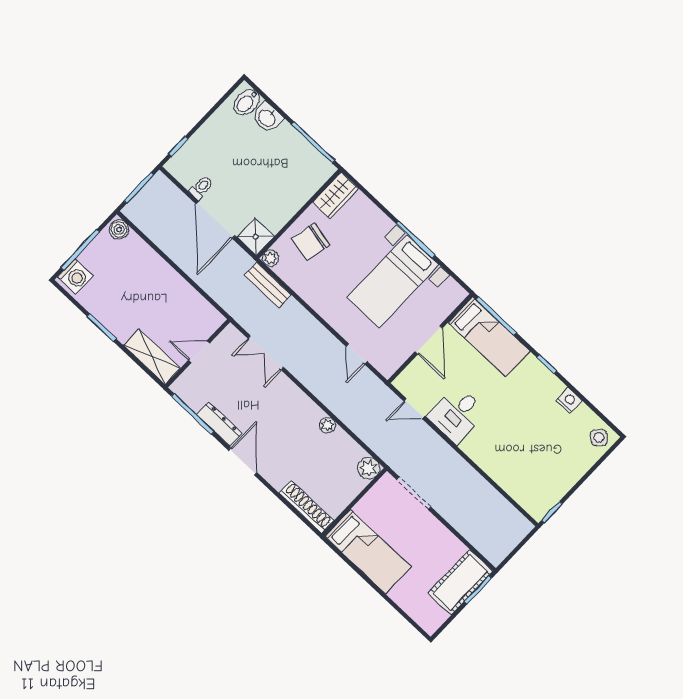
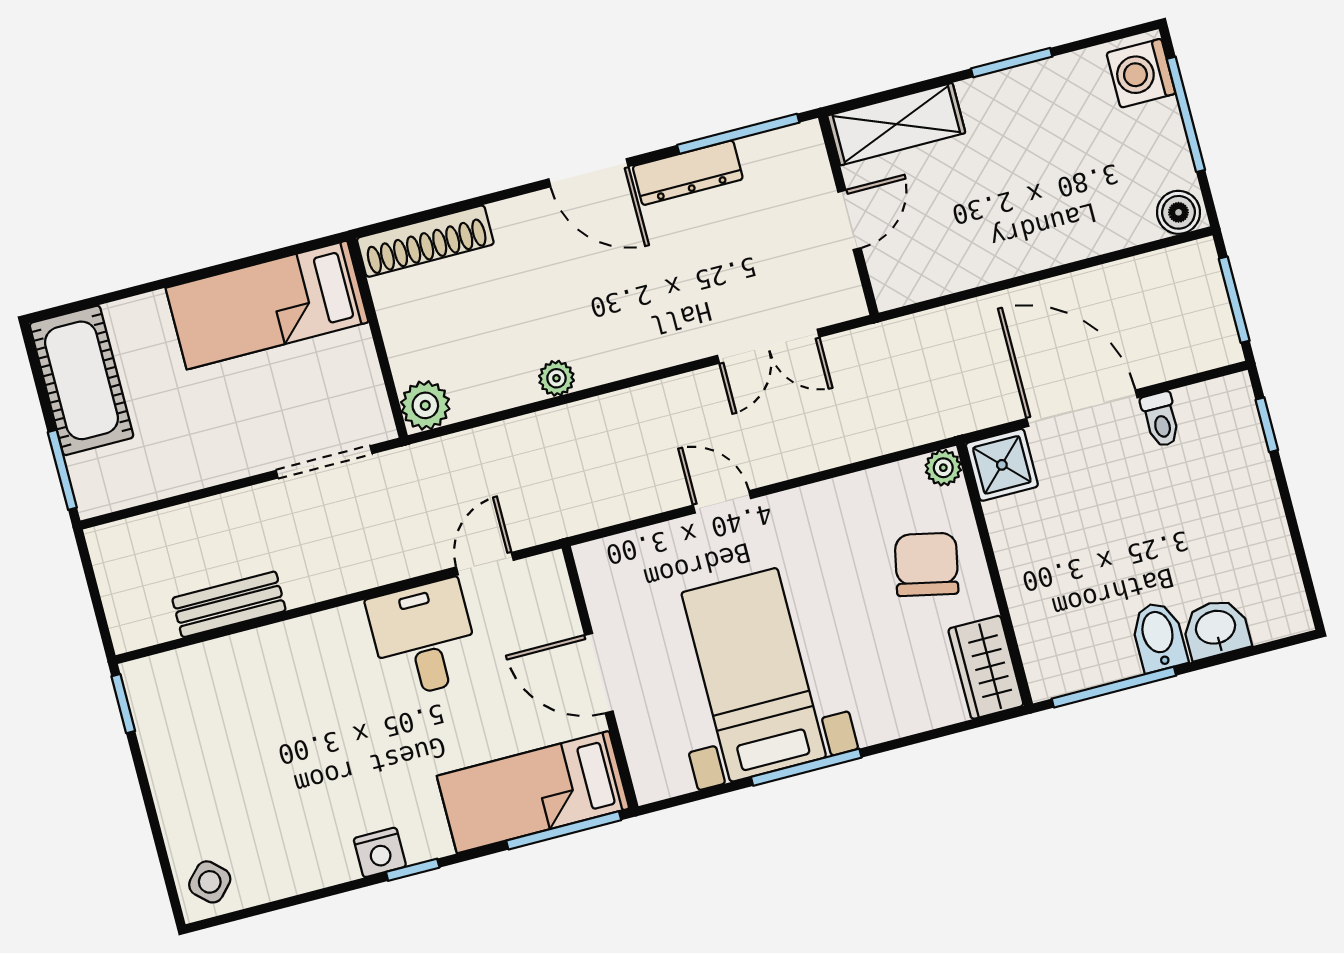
bidet: (247, 102) -> (1159, 637), moved
bench: (268, 285) -> (229, 604), moved
double door: (266, 353) -> (768, 346), swing flipped
door: (357, 354) -> (722, 502), moved
nightstand: (569, 400) -> (380, 852), moved
cot: (460, 582) -> (81, 380), moved

